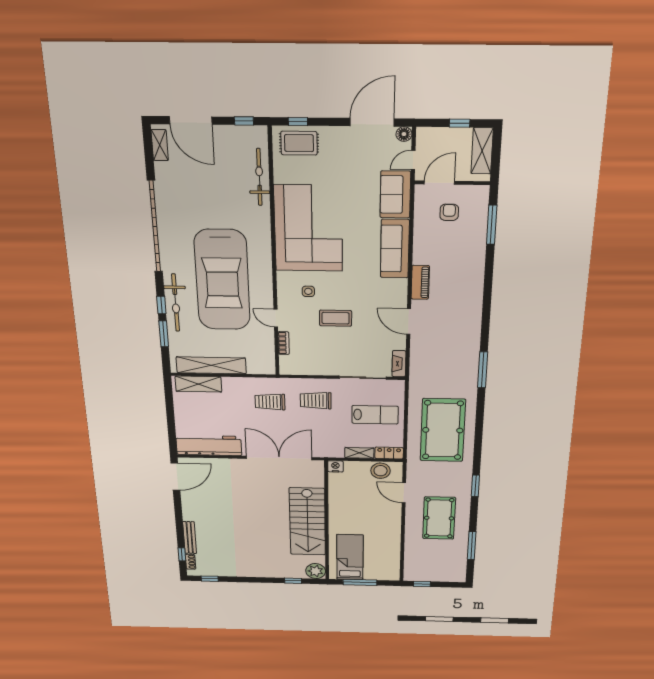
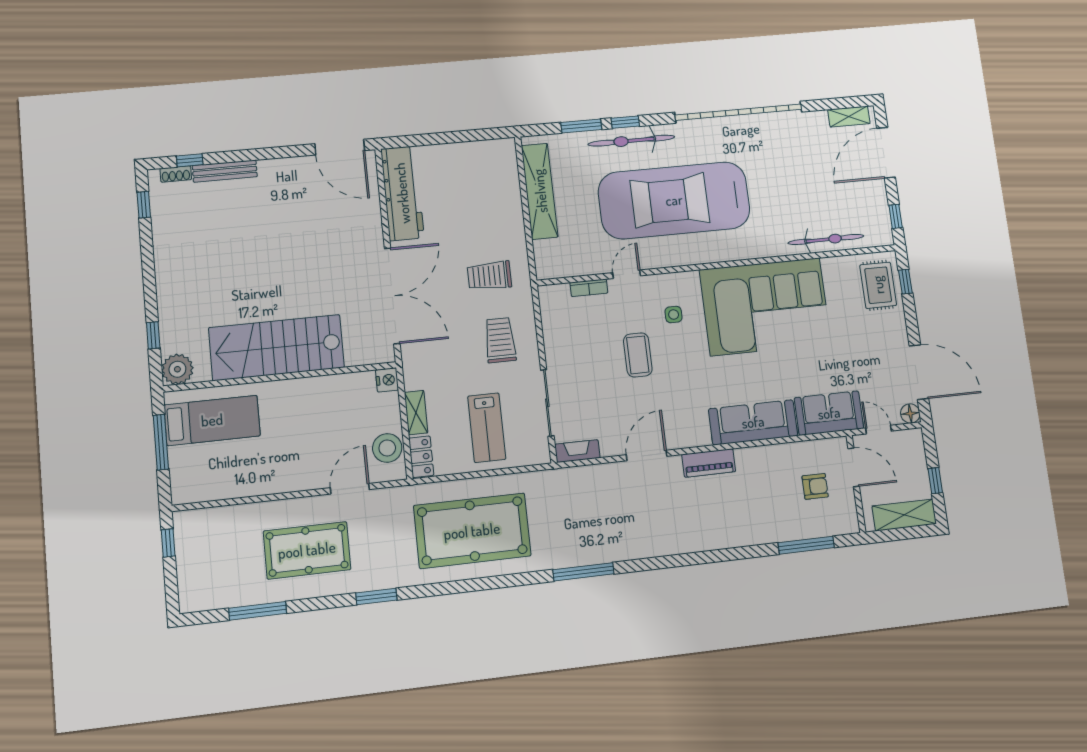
shelving: (198, 384) -> (506, 175), removed
trolley: (270, 402) -> (489, 276), turned -90

